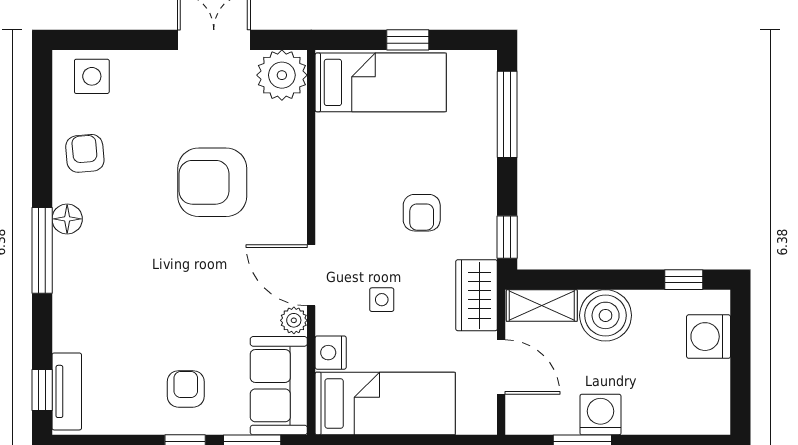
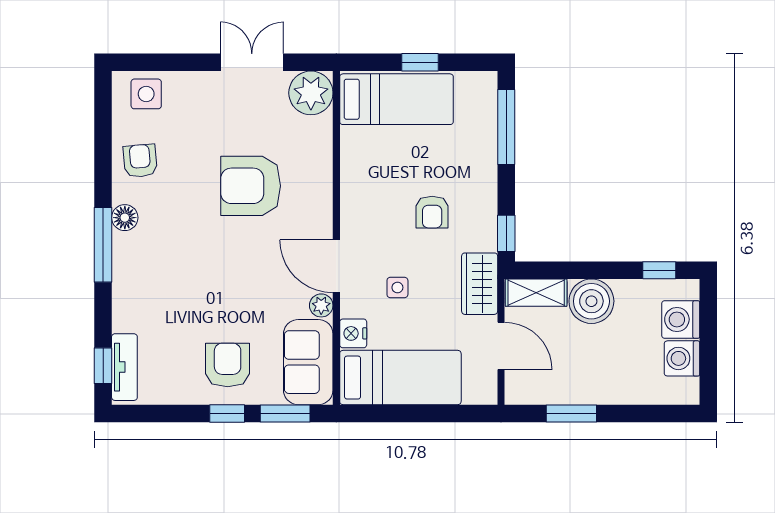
armchair: (186, 389) -> (228, 365), width x1.38, depth x1.38
washing machine: (600, 415) -> (682, 358), moved, turned -90

